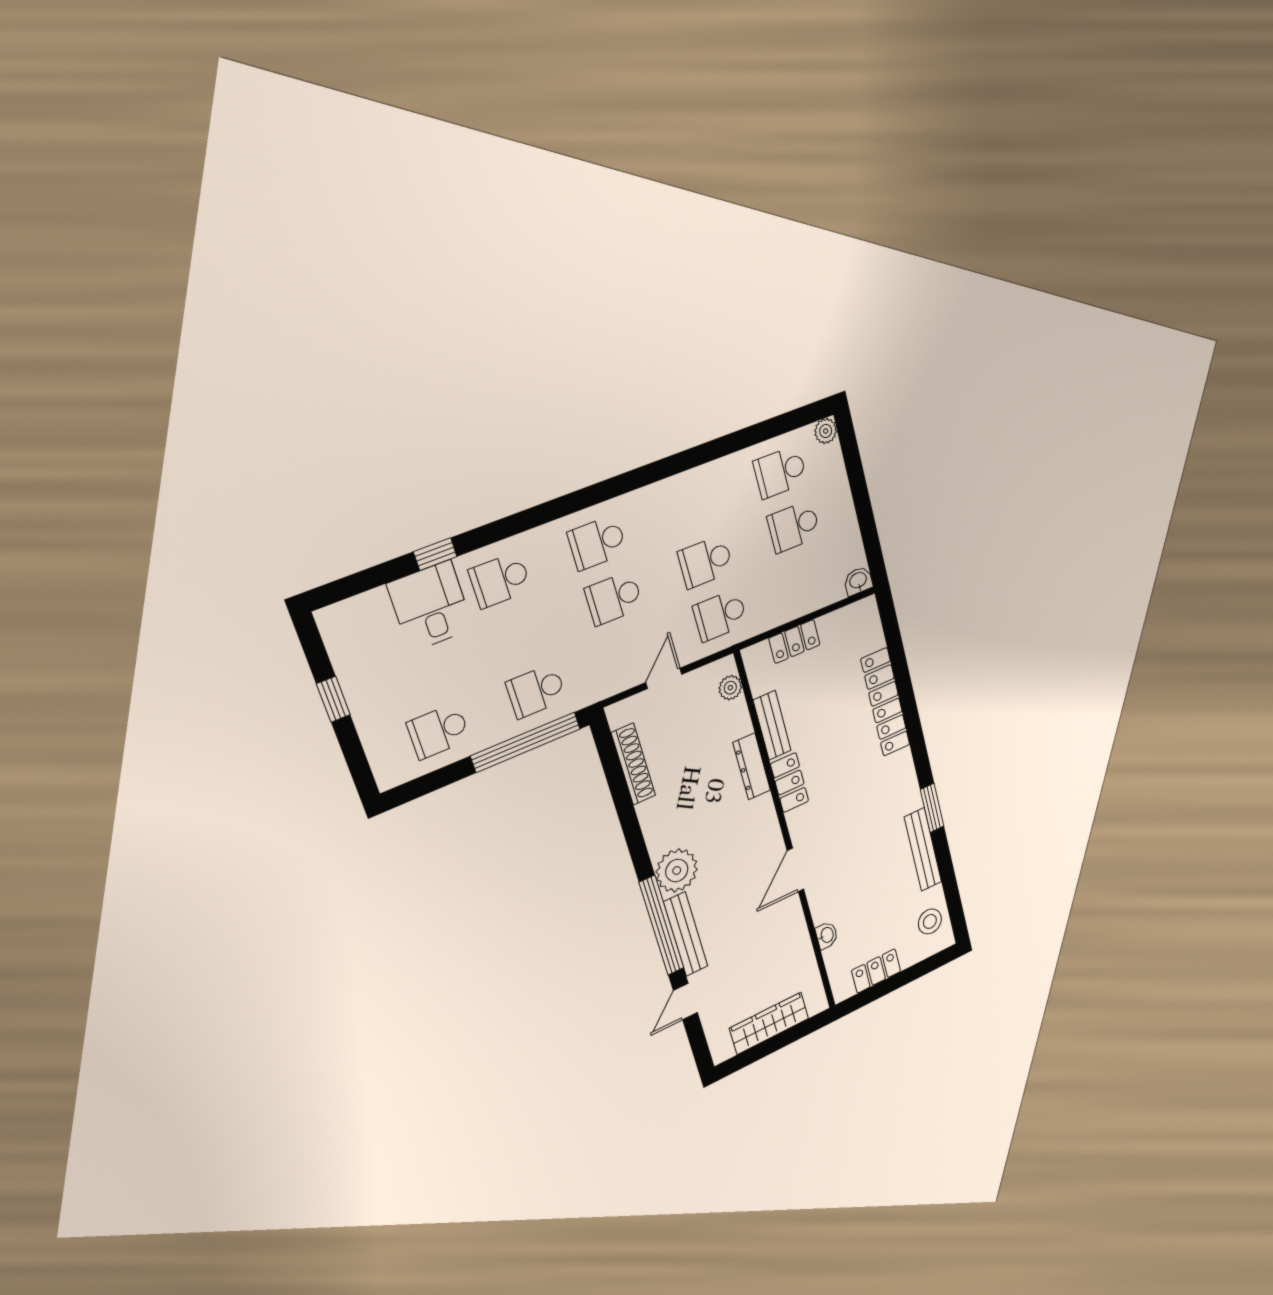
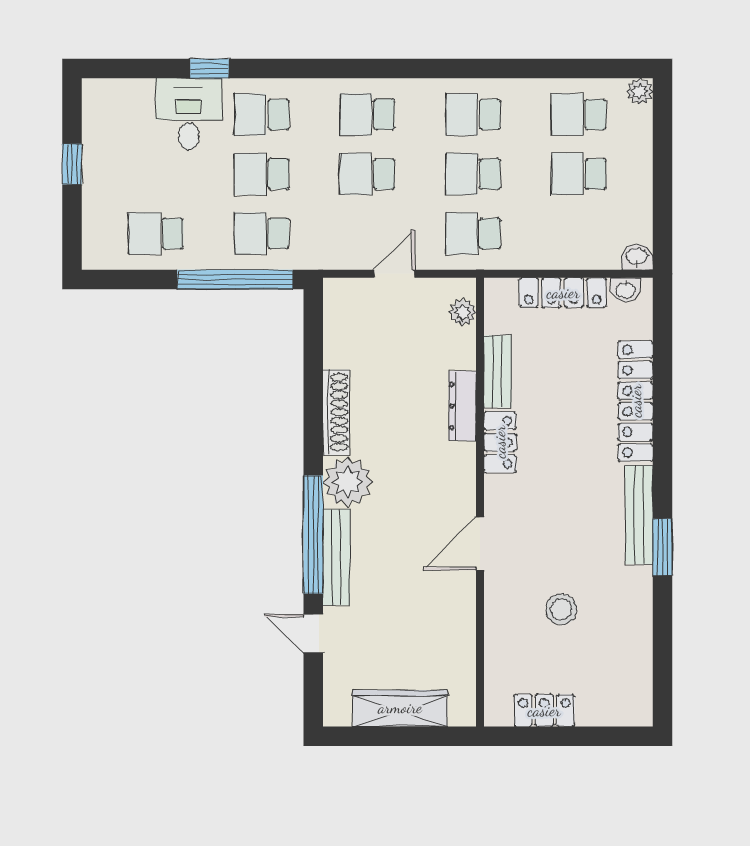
school desk: (691, 507) -> (473, 115), added
school desk: (518, 636) -> (262, 174), added
locker: (794, 641) -> (563, 293), width x1.53
shoe rack: (633, 764) -> (336, 412), moved
bench: (923, 850) -> (639, 515), moved
stool: (930, 921) -> (561, 609), moved
washbasin: (827, 935) -> (625, 290), moved, turned 90
door: (685, 1002) -> (313, 634), hinge flipped

